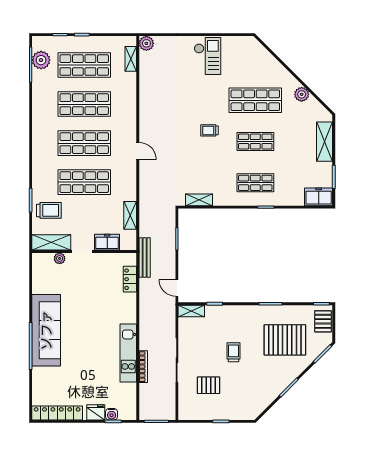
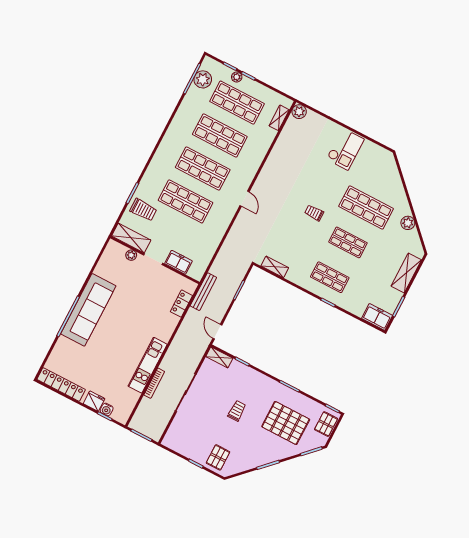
plant: (71, 41) -> (237, 77), added
shelving: (130, 215) -> (210, 250), removed
pallet: (209, 385) -> (218, 457), moved, turned 90

